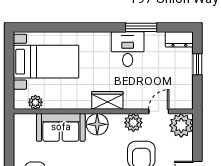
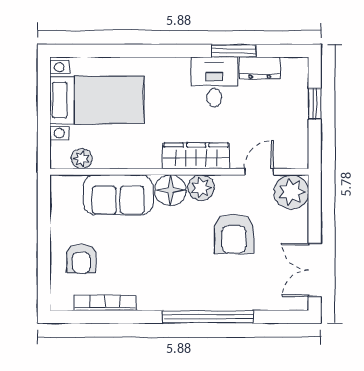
dresser: (179, 39) -> (260, 68), moved
wardrobe: (107, 100) -> (196, 156), width x1.50
plant: (133, 123) -> (201, 188), moved

